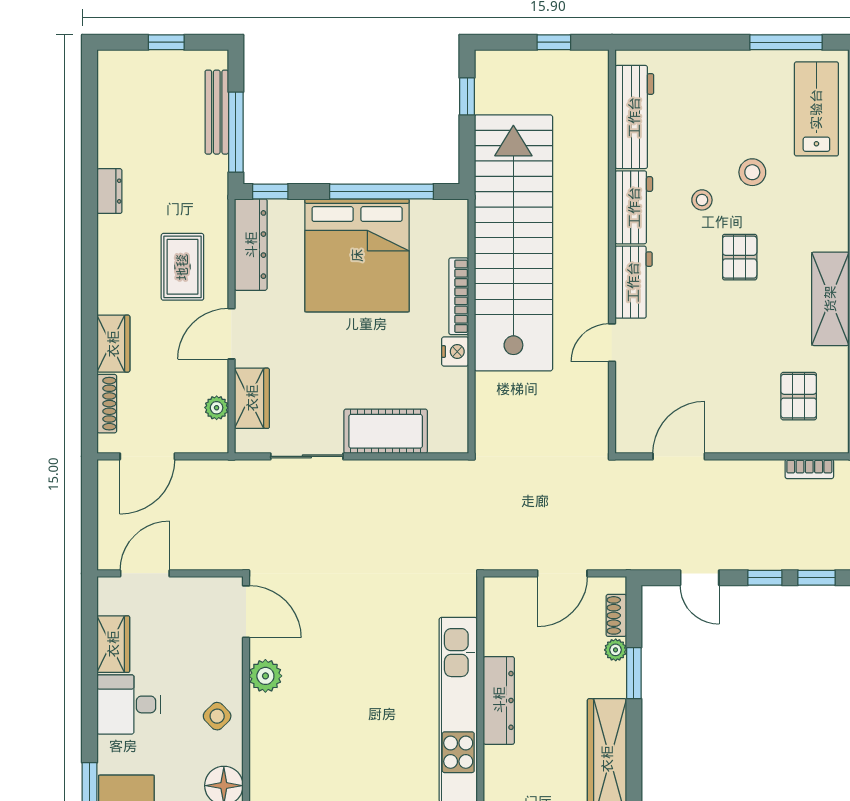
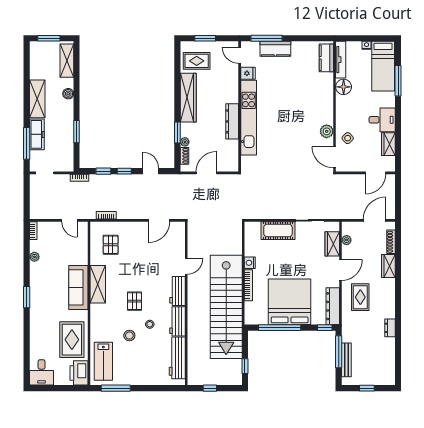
side table: (217, 716) -> (348, 138), moved

